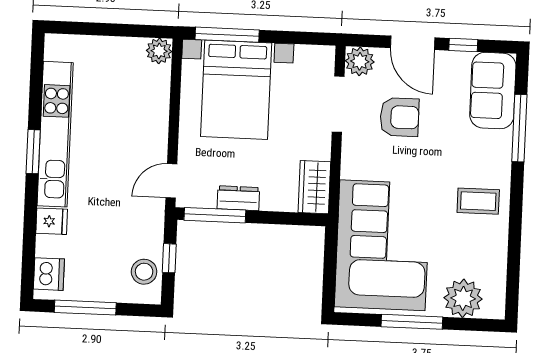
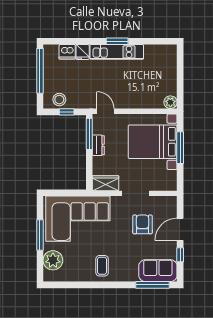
window: (227, 35) -> (180, 148), moved
plant: (360, 61) -> (170, 203), removed
doorway: (338, 104) -> (136, 193), moved
armchair: (399, 117) -> (143, 224), turned 180
window: (519, 128) -> (153, 285), moved
kitchen unit: (55, 134) -> (117, 52), width x0.73
dishwasher: (49, 274) -> (67, 52), moved
window: (85, 308) -> (40, 71), width x1.46

